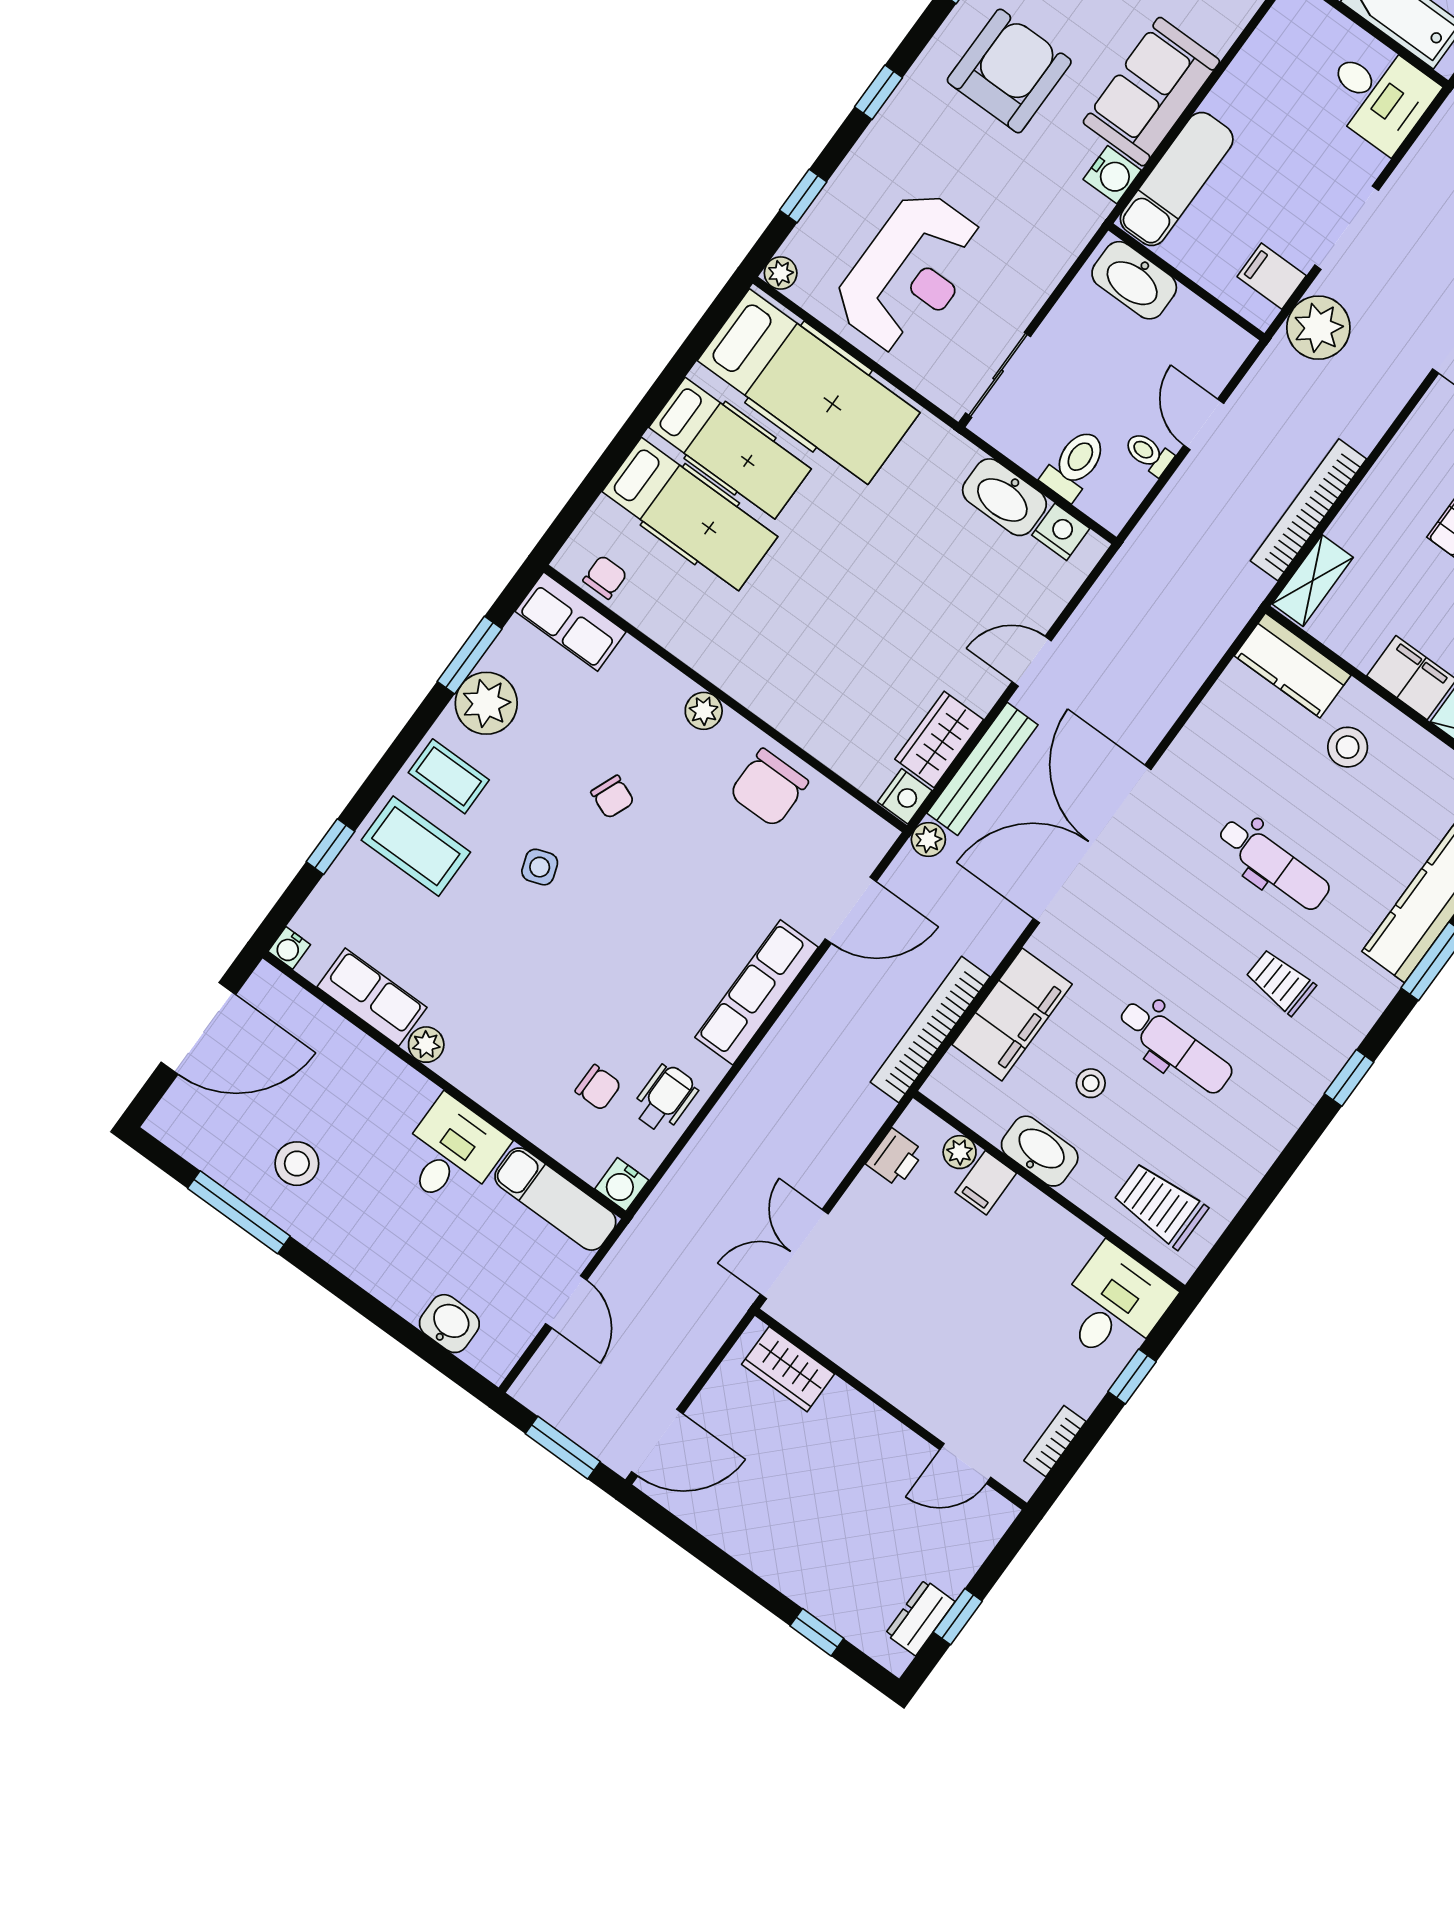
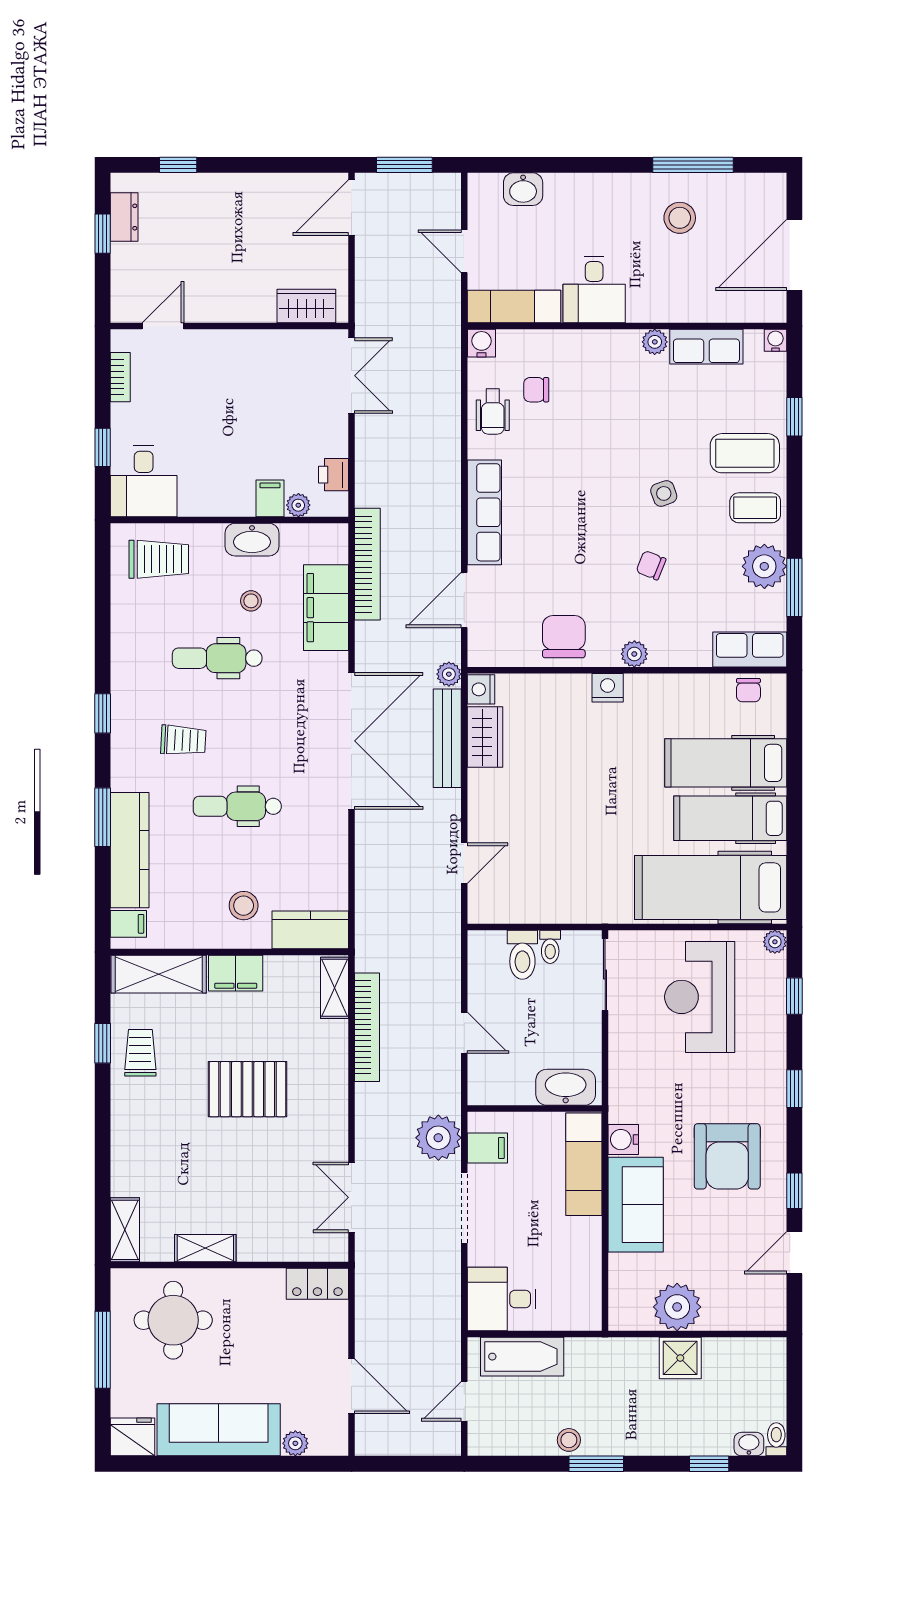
toilet: (1149, 453) -> (550, 947), moved, turned 90
washbasin: (1004, 497) -> (549, 906), removed
nightstand: (1061, 532) -> (608, 688), moved, turned 180
door: (1032, 661) -> (464, 863), moved

